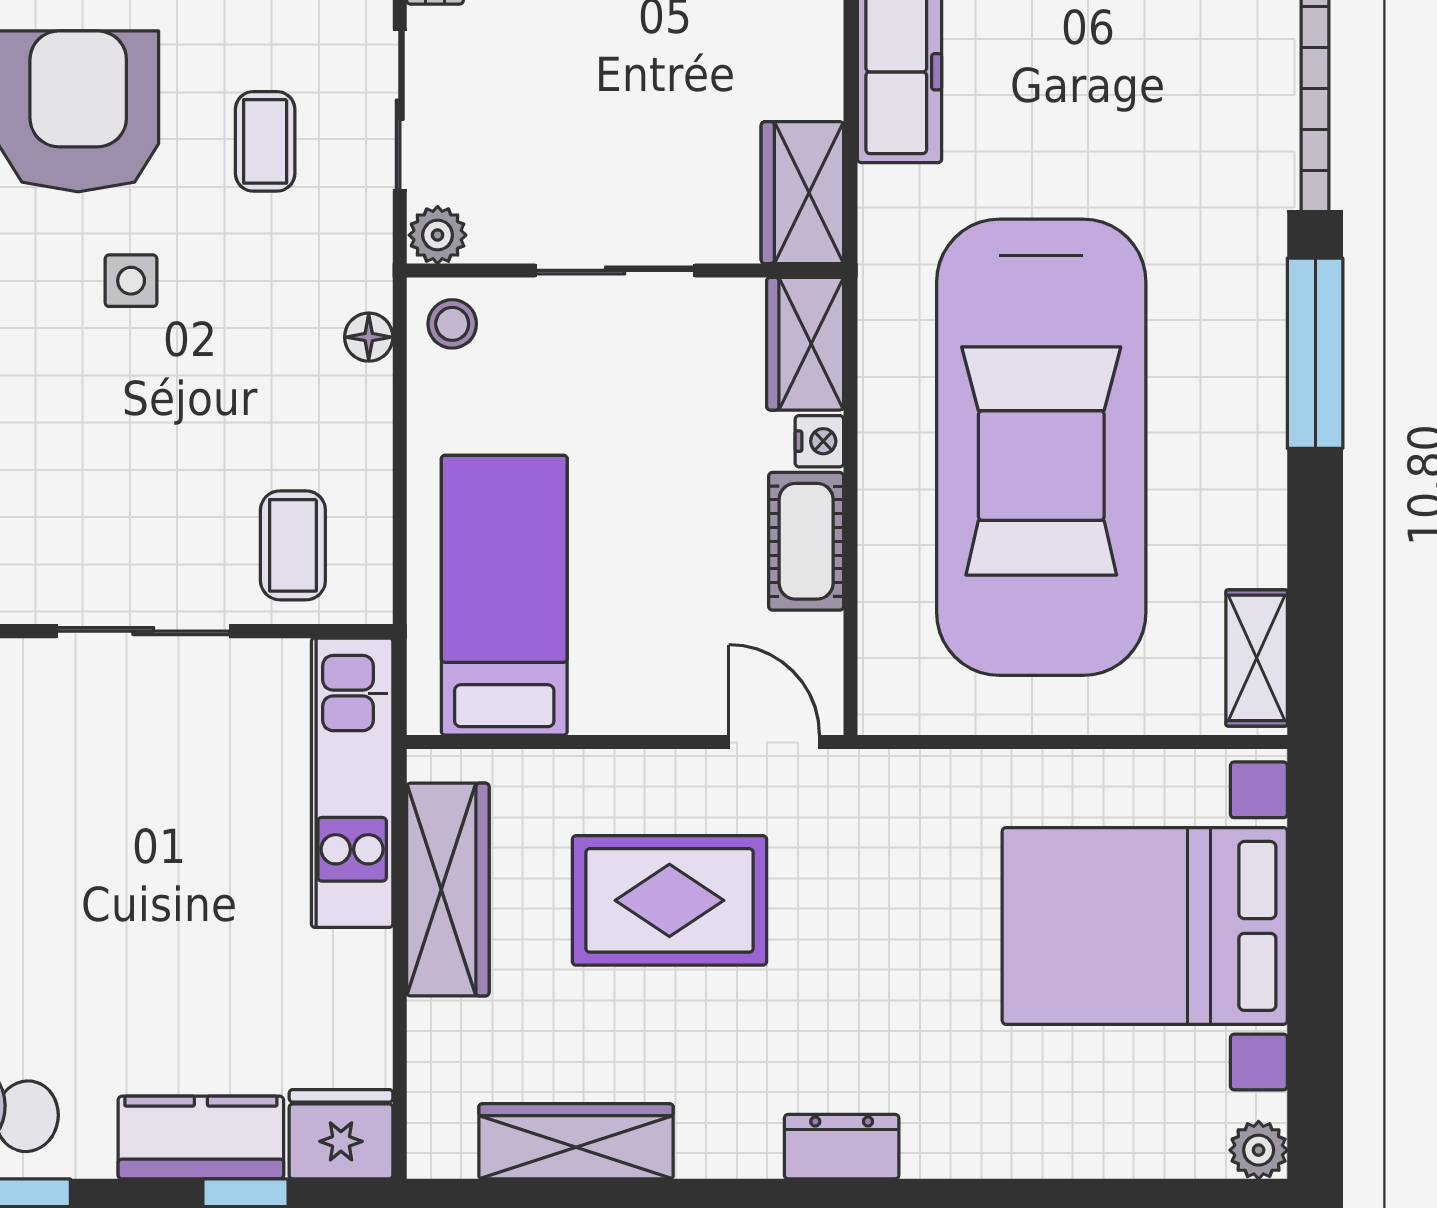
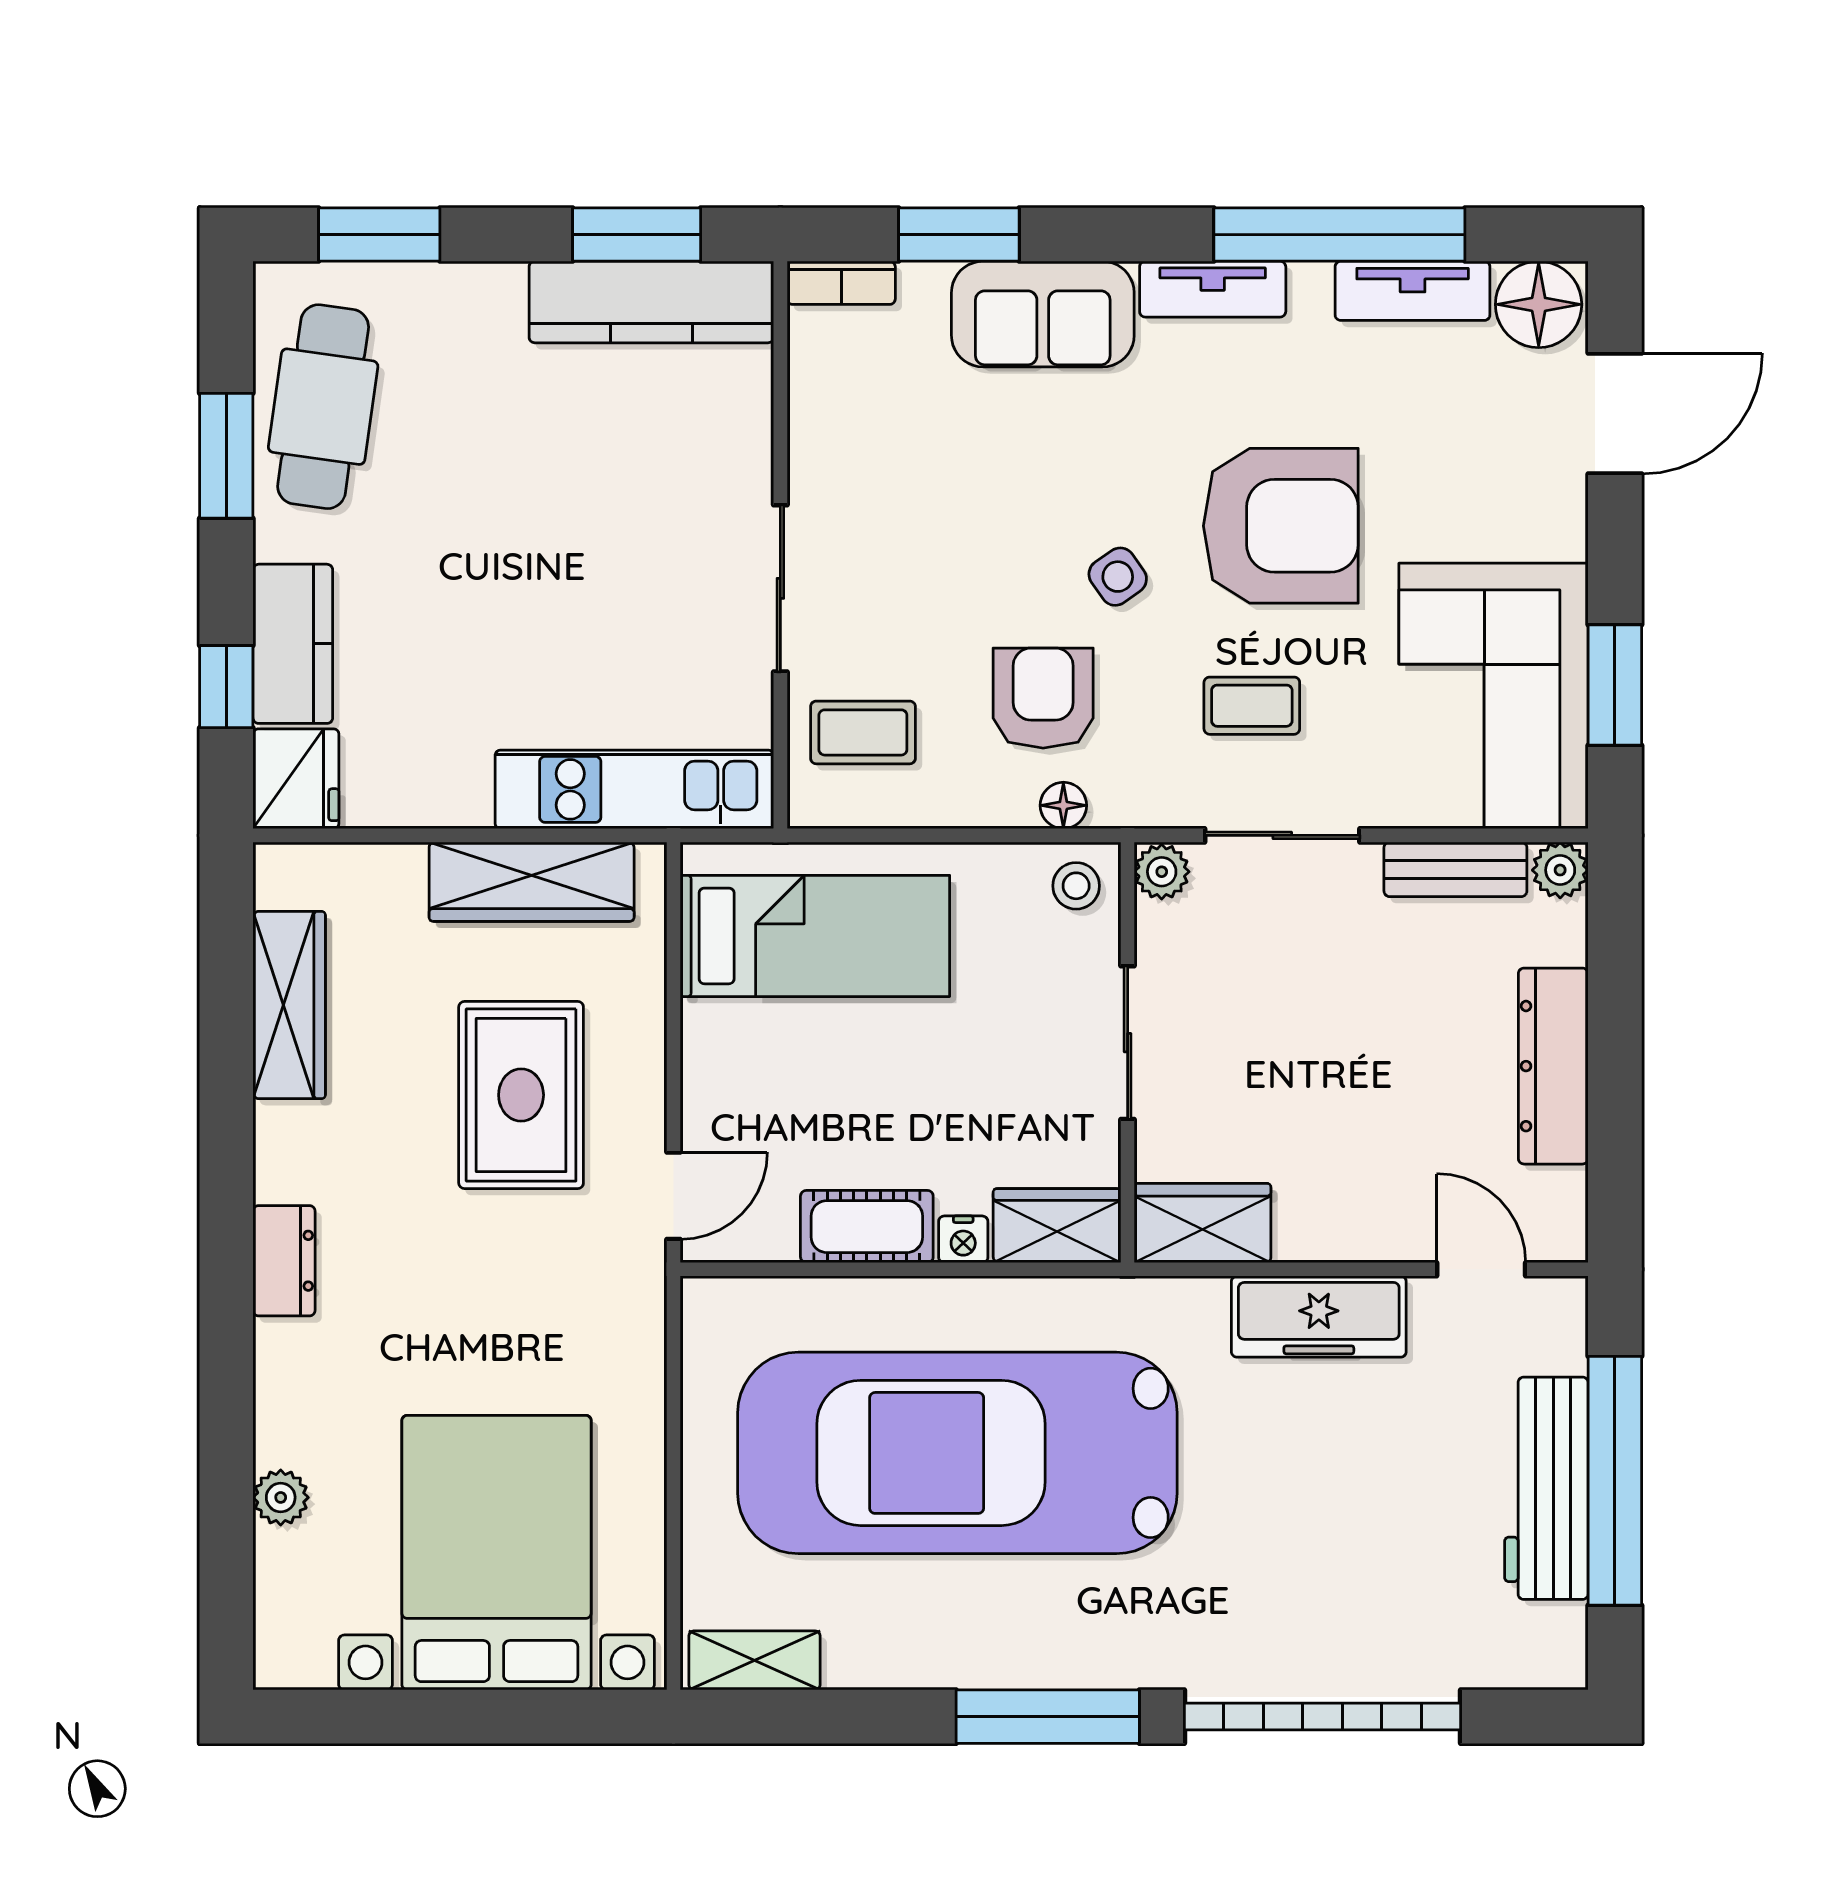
side table: (131, 281) -> (1118, 577), turned -35
armchair: (257, 358) -> (1043, 698), added
plant: (1259, 1150) -> (281, 1497), moved

